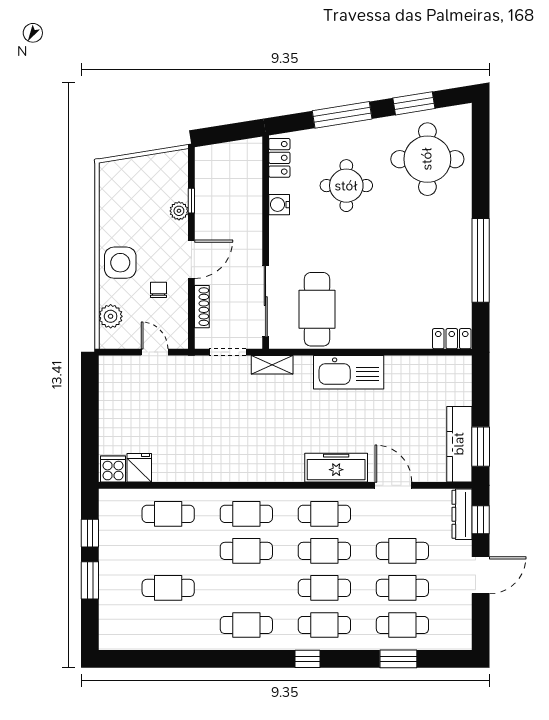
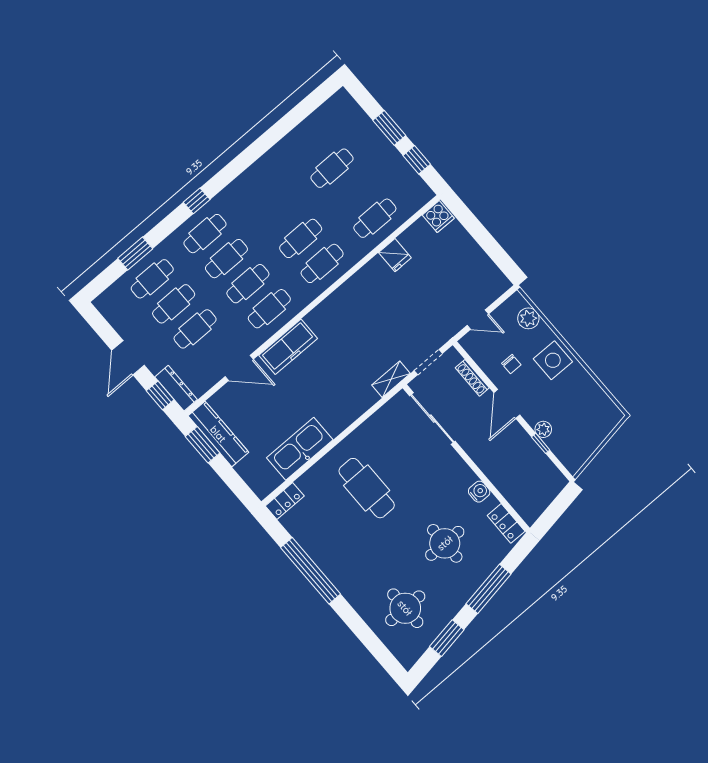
round table: (427, 159) -> (405, 608), width x0.73, depth x0.73
cafe table: (317, 309) -> (367, 488), moved
kitchen sink: (349, 372) -> (300, 449), moved
fridge: (139, 468) -> (395, 255), moved
cafe table: (246, 625) -> (258, 188), removed

